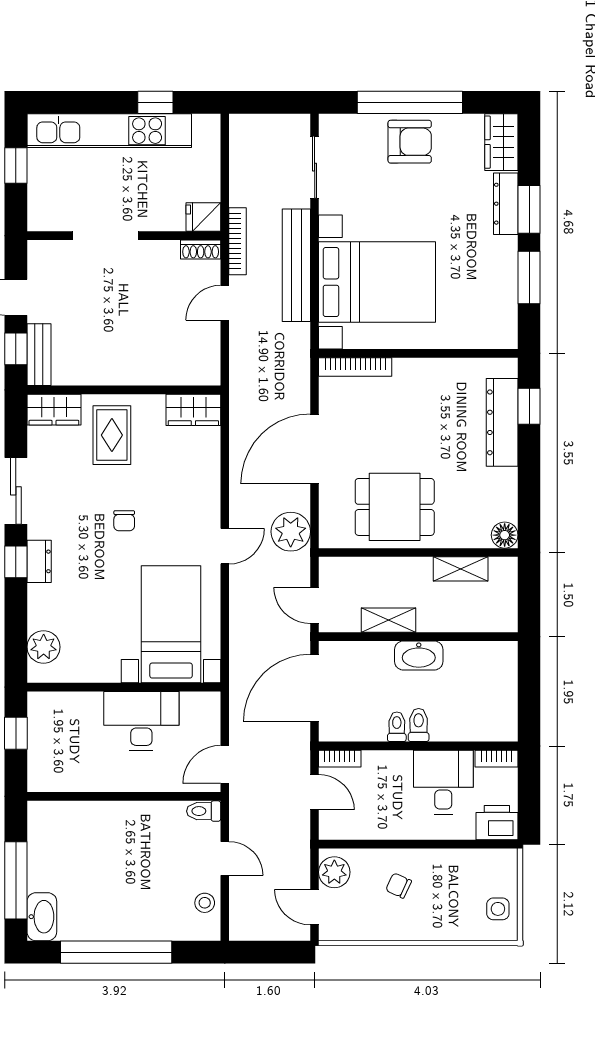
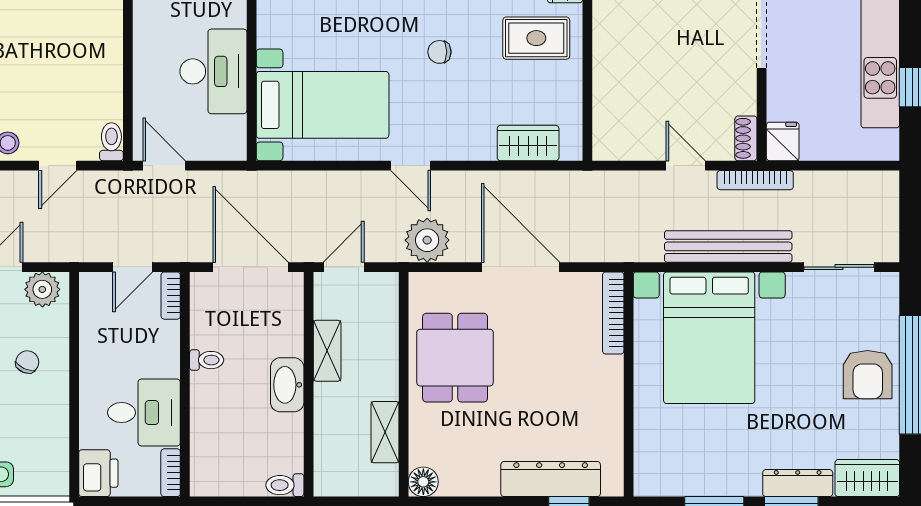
wardrobe: (193, 410) -> (528, 143), moved, turned 90
toilet: (419, 725) -> (285, 485), moved, turned 180

